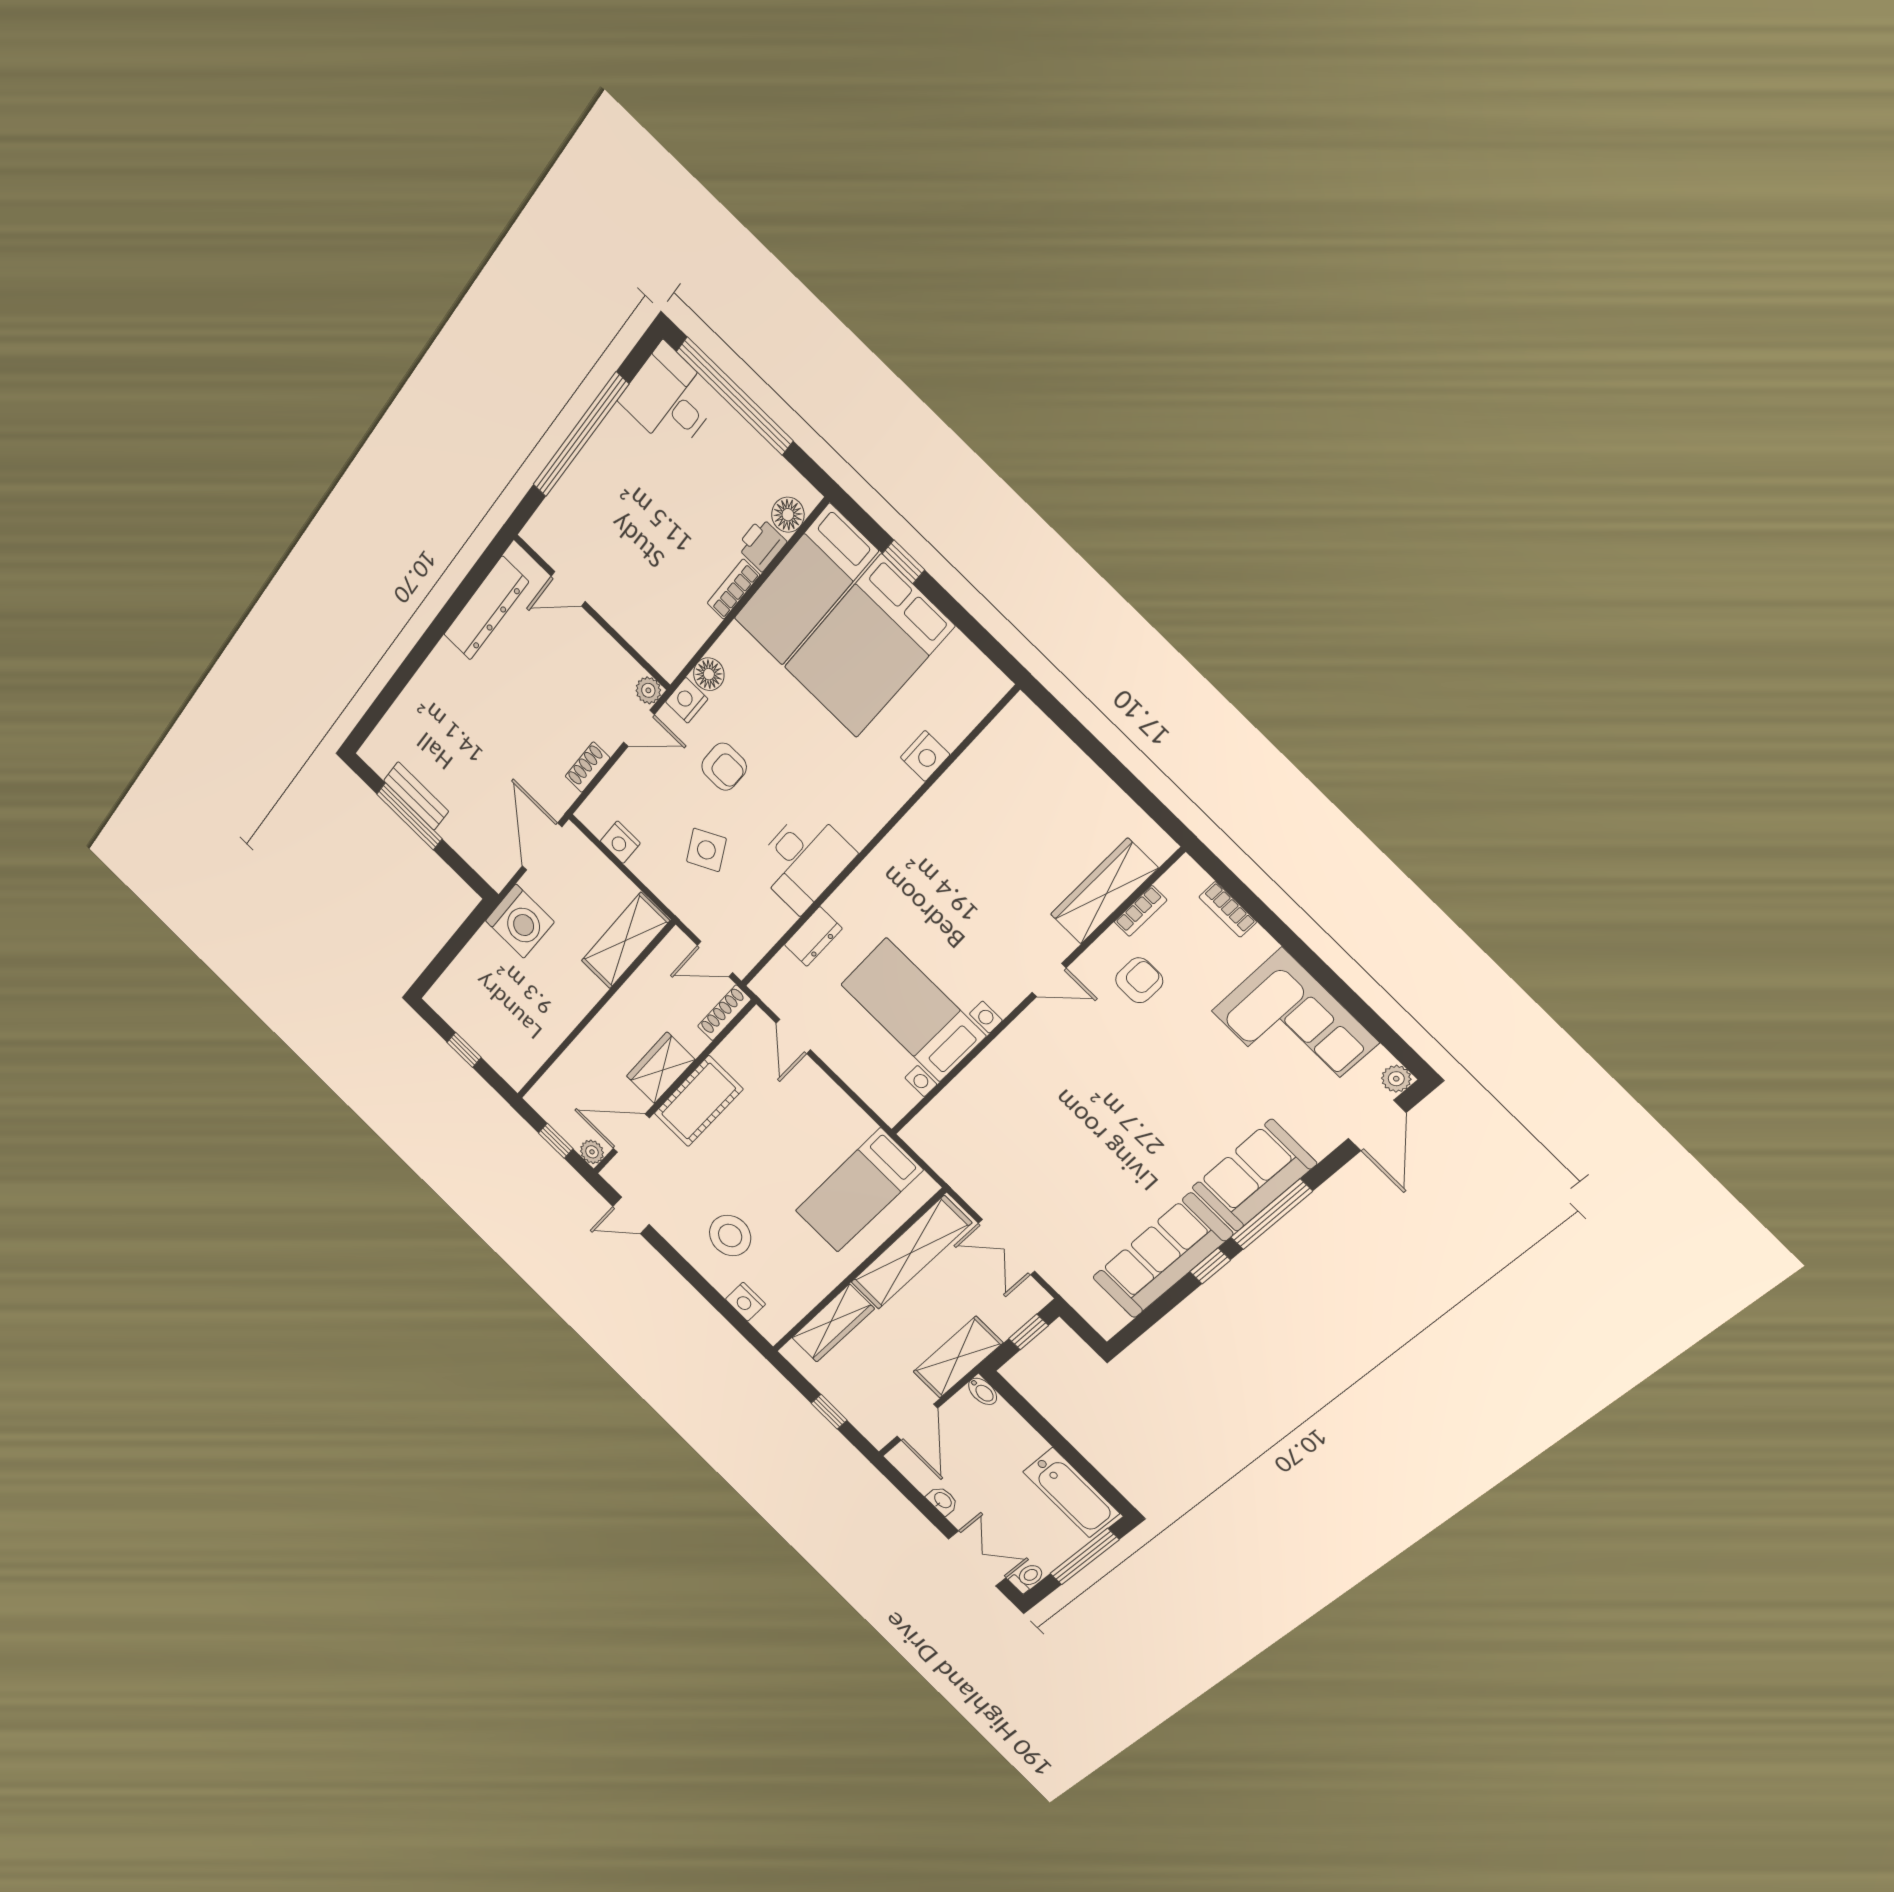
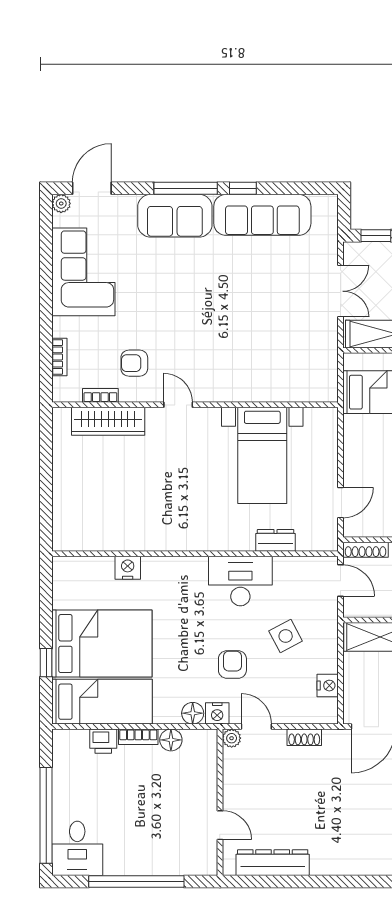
floor lamp: (788, 515) -> (171, 740), moved

